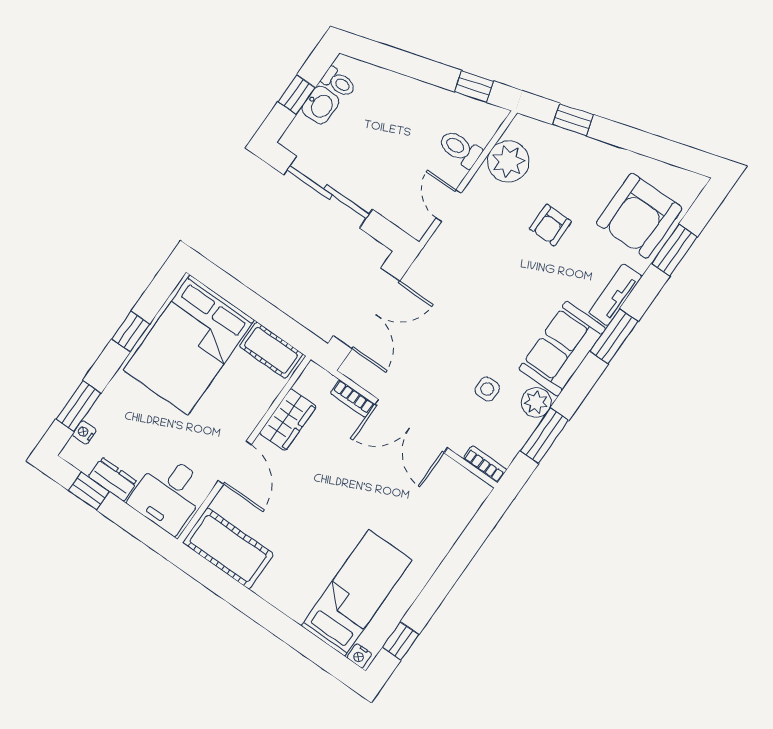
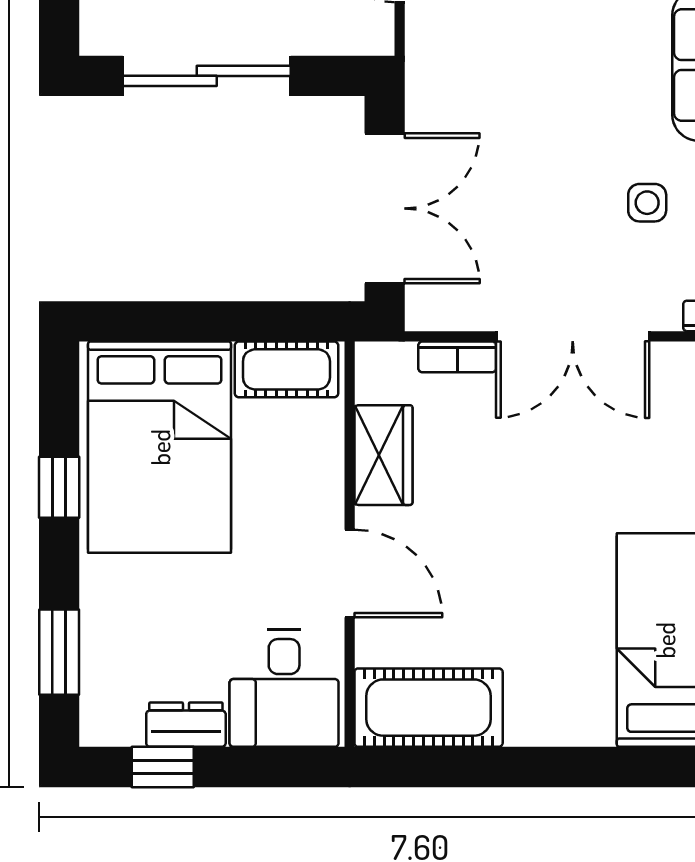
nightstand: (84, 432) -> (95, 685), removed

